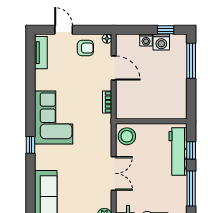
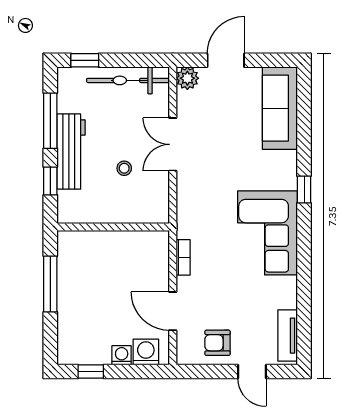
floor lamp: (107, 39) -> (183, 358), removed
washing machine: (161, 42) -> (146, 352), moved
window: (191, 61) -> (50, 284), moved
stool: (127, 136) -> (124, 168), moved, width x0.53, depth x0.53
workbench: (178, 151) -> (71, 152), moved

